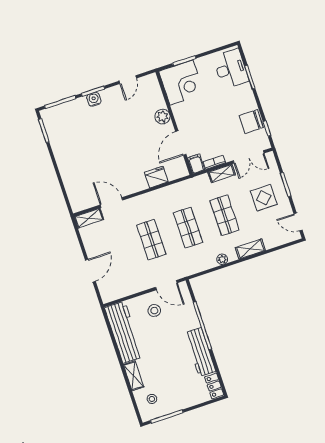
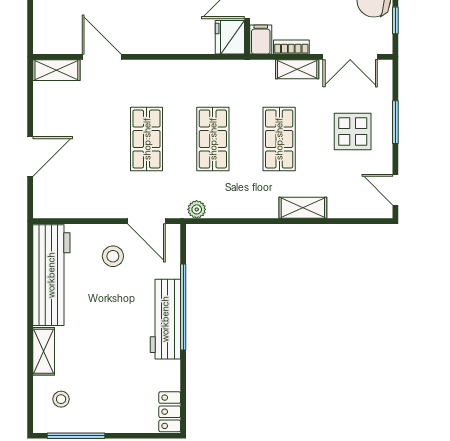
fridge: (156, 177) -> (230, 37), moved, turned -90
plant: (222, 259) -> (197, 209), moved
workbench: (200, 352) -> (165, 319), moved

